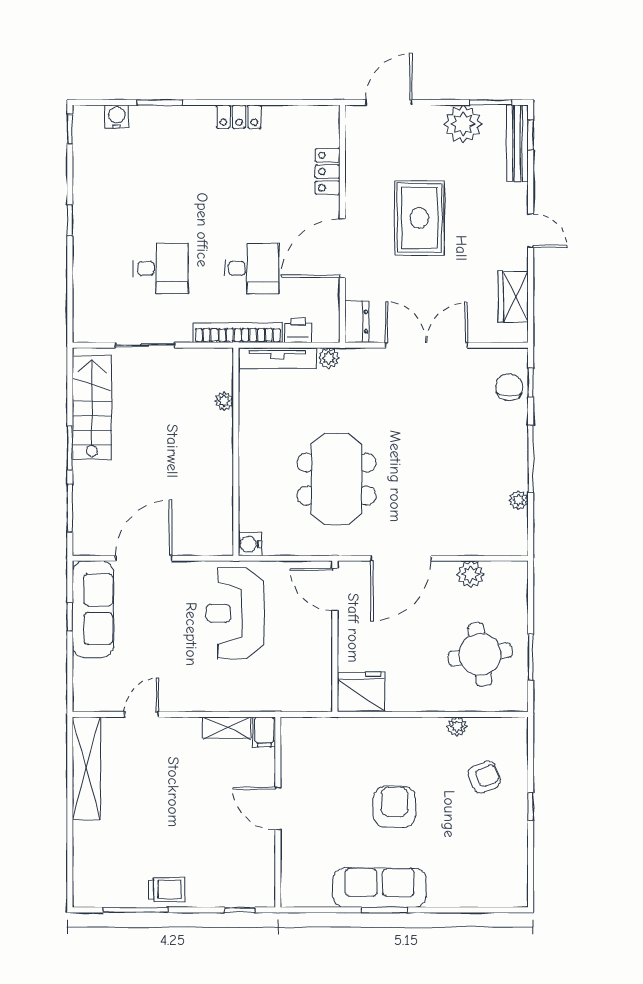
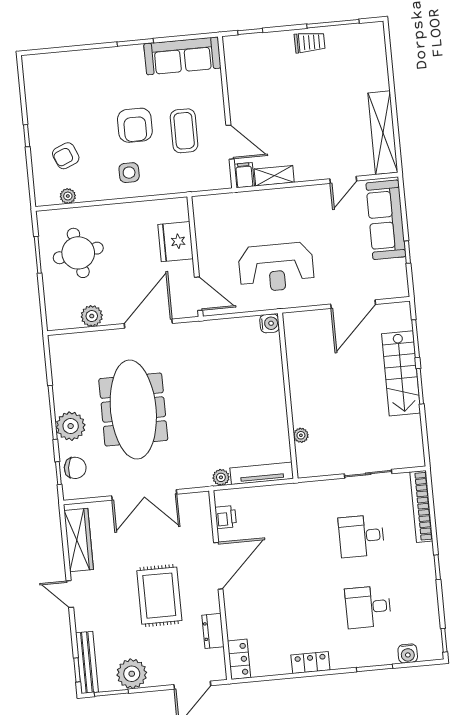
locker: (328, 171) -> (239, 659), moved
desk: (252, 268) -> (368, 607), moved
wardrobe: (513, 297) -> (79, 540), width x1.50
dresser: (357, 322) -> (213, 631), moved
printer: (298, 330) -> (226, 517), moved, turned -90
bookcase: (238, 333) -> (421, 506), moved, turned 90
chair: (509, 387) -> (75, 468), turned -82
stairs: (92, 407) -> (401, 373), moved
meeting table: (336, 479) -> (133, 410), moved, width x1.36
plant: (518, 500) -> (71, 426), moved, width x1.87, depth x1.87
sofa: (93, 609) -> (386, 220), moved
reception desk: (235, 613) -> (276, 267), turned 90
fridge: (361, 692) -> (176, 242), moved, turned 90
plant: (457, 727) -> (68, 196), moved
side table: (407, 749) -> (129, 173), added
coffee table: (334, 794) -> (184, 131), added
door: (278, 809) -> (230, 142), moved
sofa: (380, 888) -> (182, 56), moved
trolley: (167, 890) -> (310, 42), turned 180

